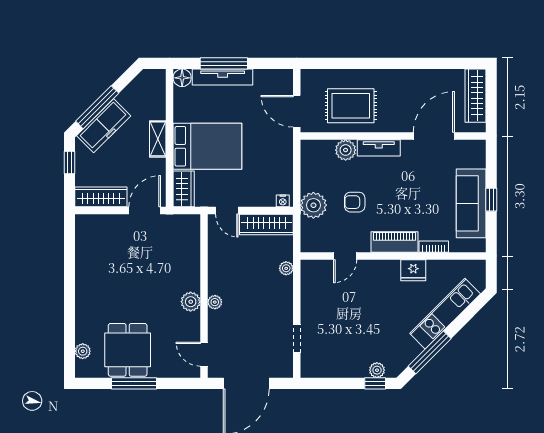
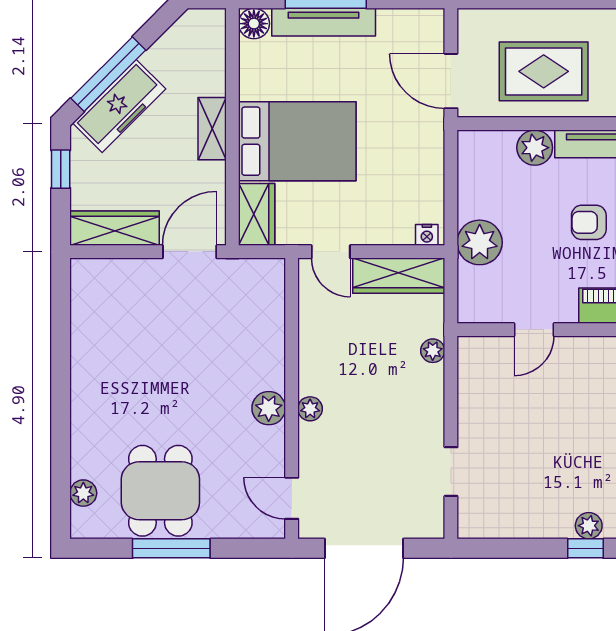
armchair: (355, 202) -> (589, 222), moved

